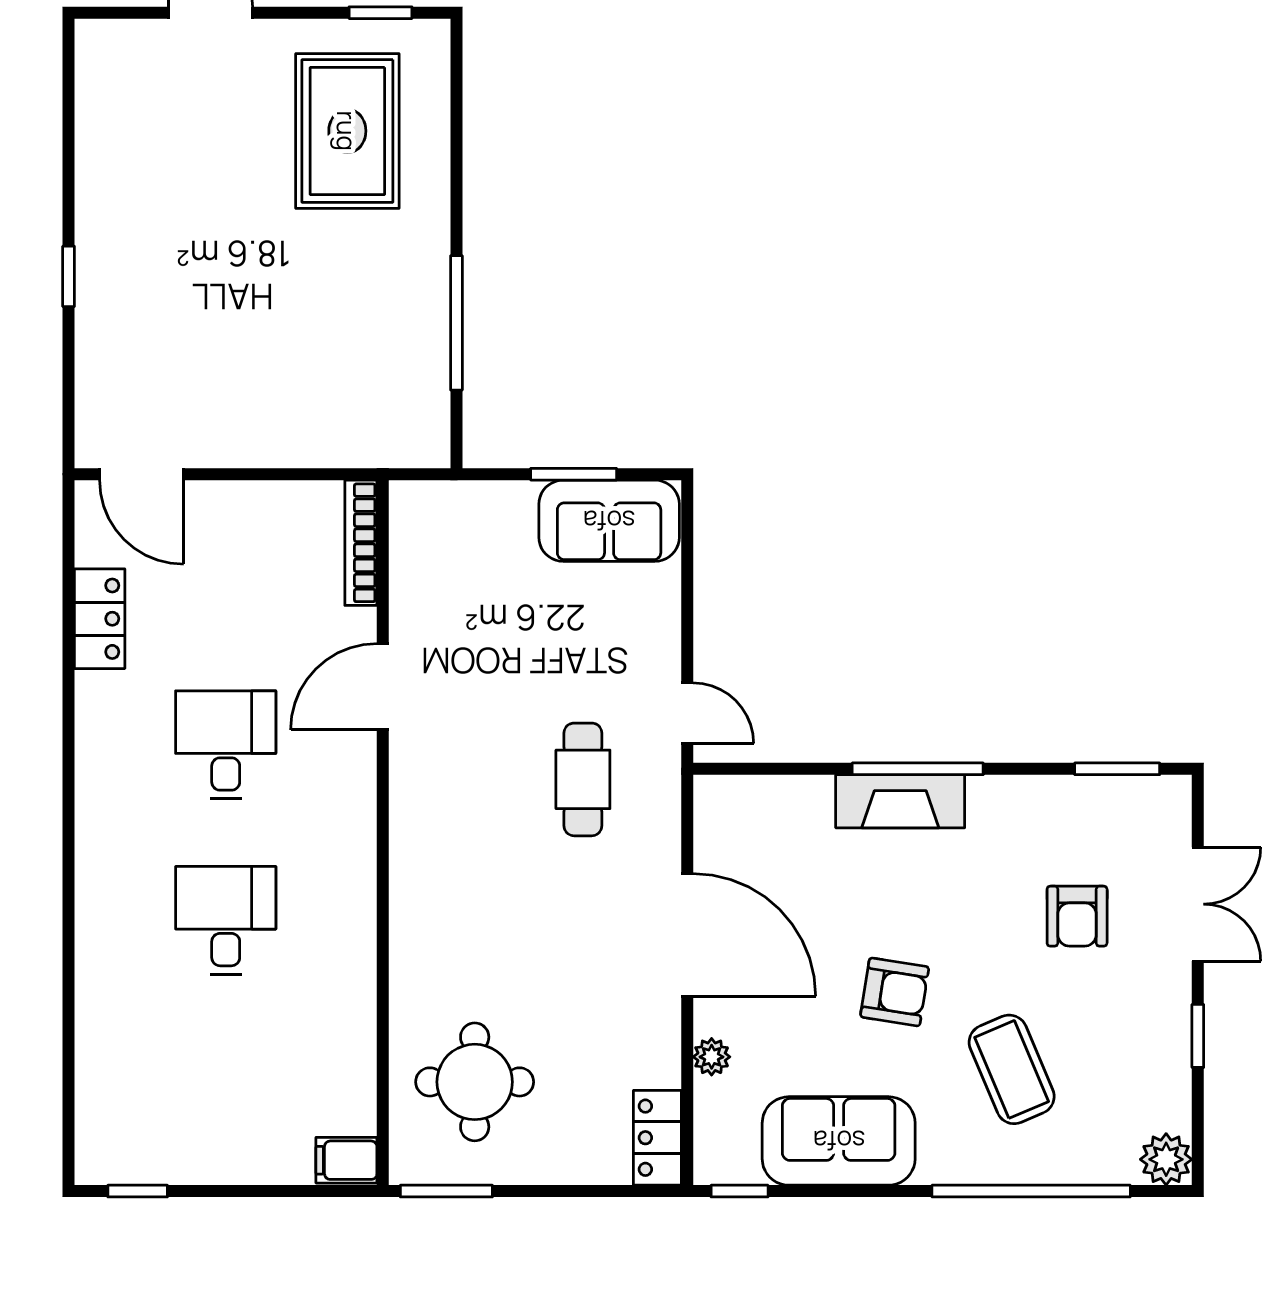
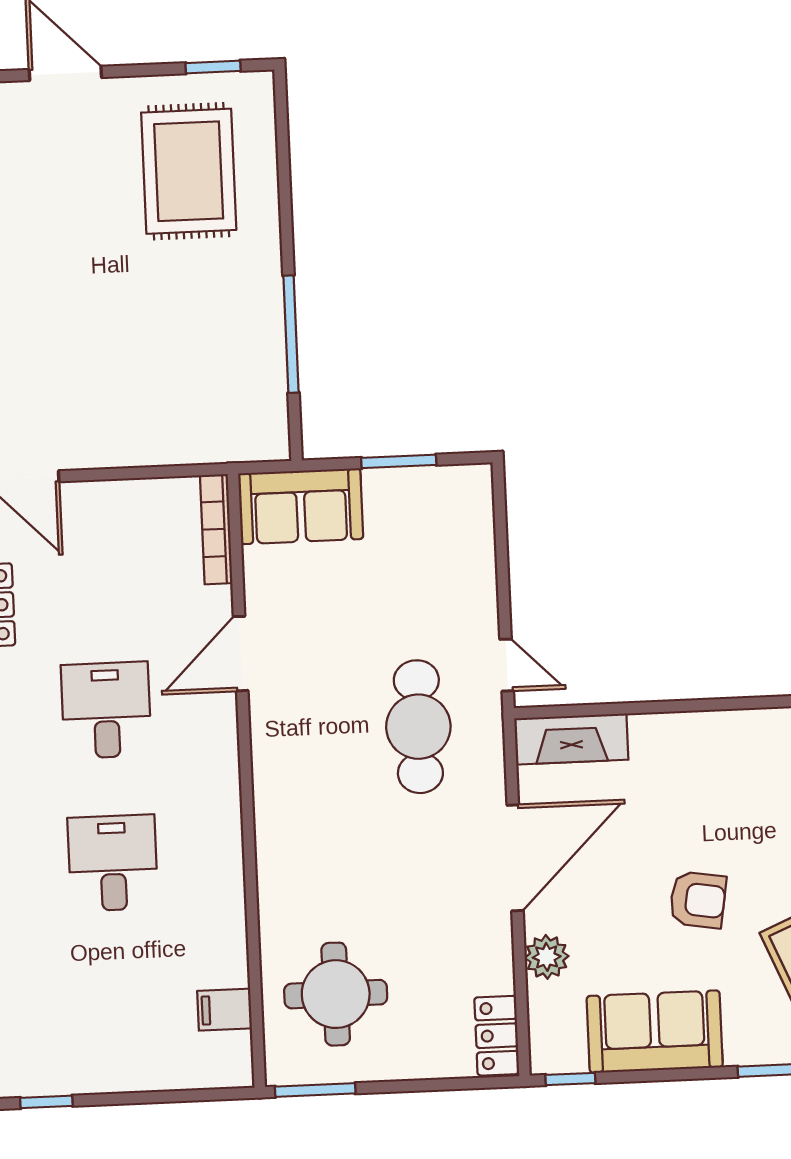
sofa: (609, 521) -> (301, 506), moved
window: (918, 769) -> (709, 705), removed
cafe table: (583, 779) -> (418, 727), width x1.37, depth x1.35
fireplace: (900, 801) -> (571, 739), moved
door: (687, 935) -> (515, 858), hinge flipped
plant: (712, 1057) -> (547, 957), width x1.38, depth x1.38
filing cabinet: (346, 1160) -> (225, 1010), moved

